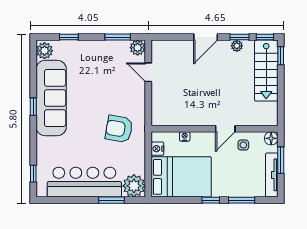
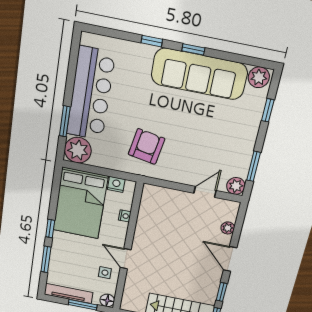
plant: (237, 46) -> (228, 228), moved
window: (33, 174) -> (152, 41), moved

